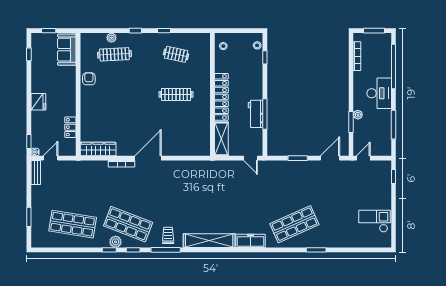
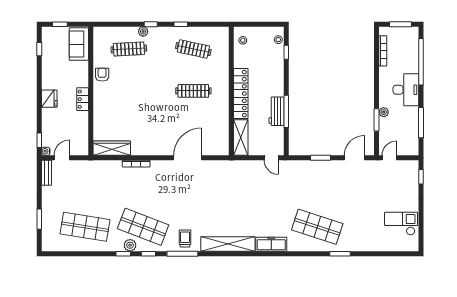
plant: (111, 38) -> (143, 32), moved
clothes rail: (176, 54) -> (193, 49), width x1.36
locker: (70, 127) -> (83, 99), moved
door: (148, 158) -> (188, 158), moved
shop shelf: (294, 224) -> (317, 227), turned 42

